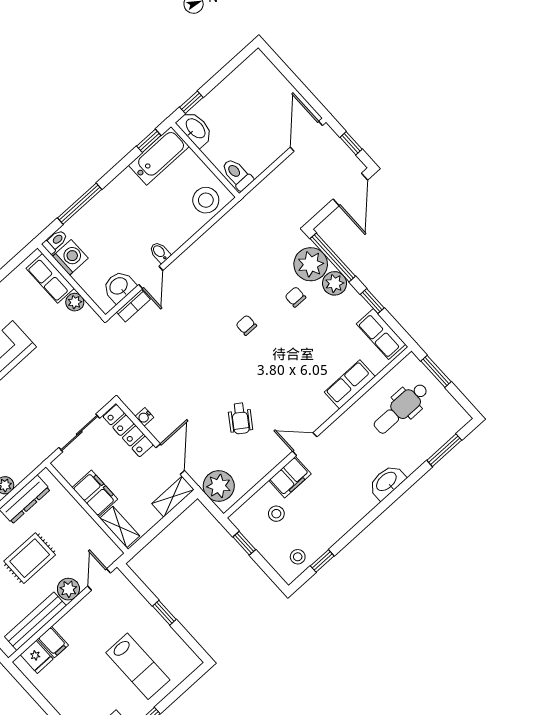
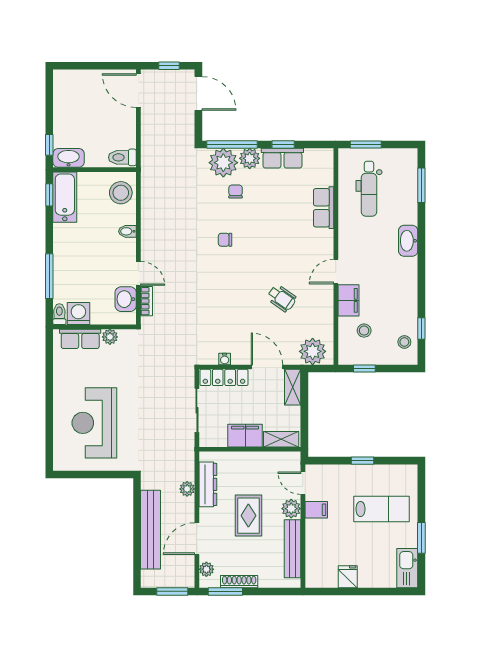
bidet: (160, 252) -> (127, 231), moved
chair: (295, 297) -> (236, 192), turned 90
row of seats: (381, 334) -> (282, 158), moved
filing cabinet: (53, 642) -> (316, 510), moved
fridge: (37, 657) -> (348, 577), moved, turned -90

